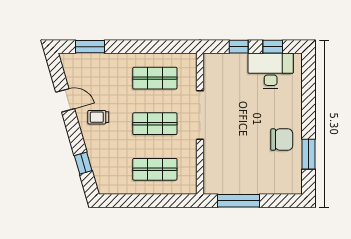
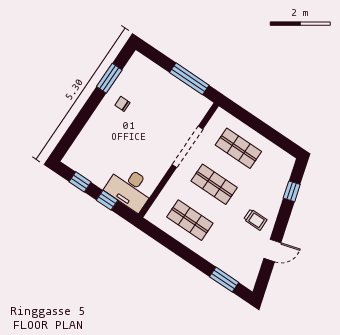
desk: (271, 71) -> (130, 188), moved
door: (65, 100) -> (272, 250), swing flipped
doorway: (200, 115) -> (187, 147), moved
chair: (282, 140) -> (122, 104), width x0.54, depth x0.54

